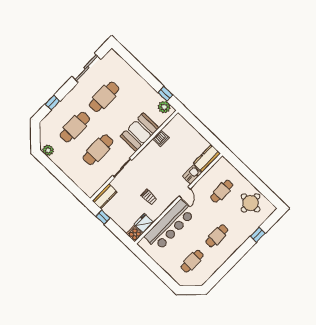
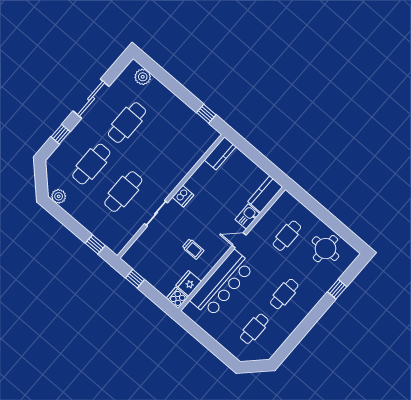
sliding door: (86, 68) -> (91, 99), moved
plant: (164, 107) -> (143, 77), moved
booth: (140, 132) -> (176, 165), removed
dishwasher: (161, 138) -> (183, 196), moved
window: (74, 189) -> (95, 244), added
door: (185, 192) -> (239, 240), swing flipped
kitchen counter: (105, 196) -> (220, 153), moved

